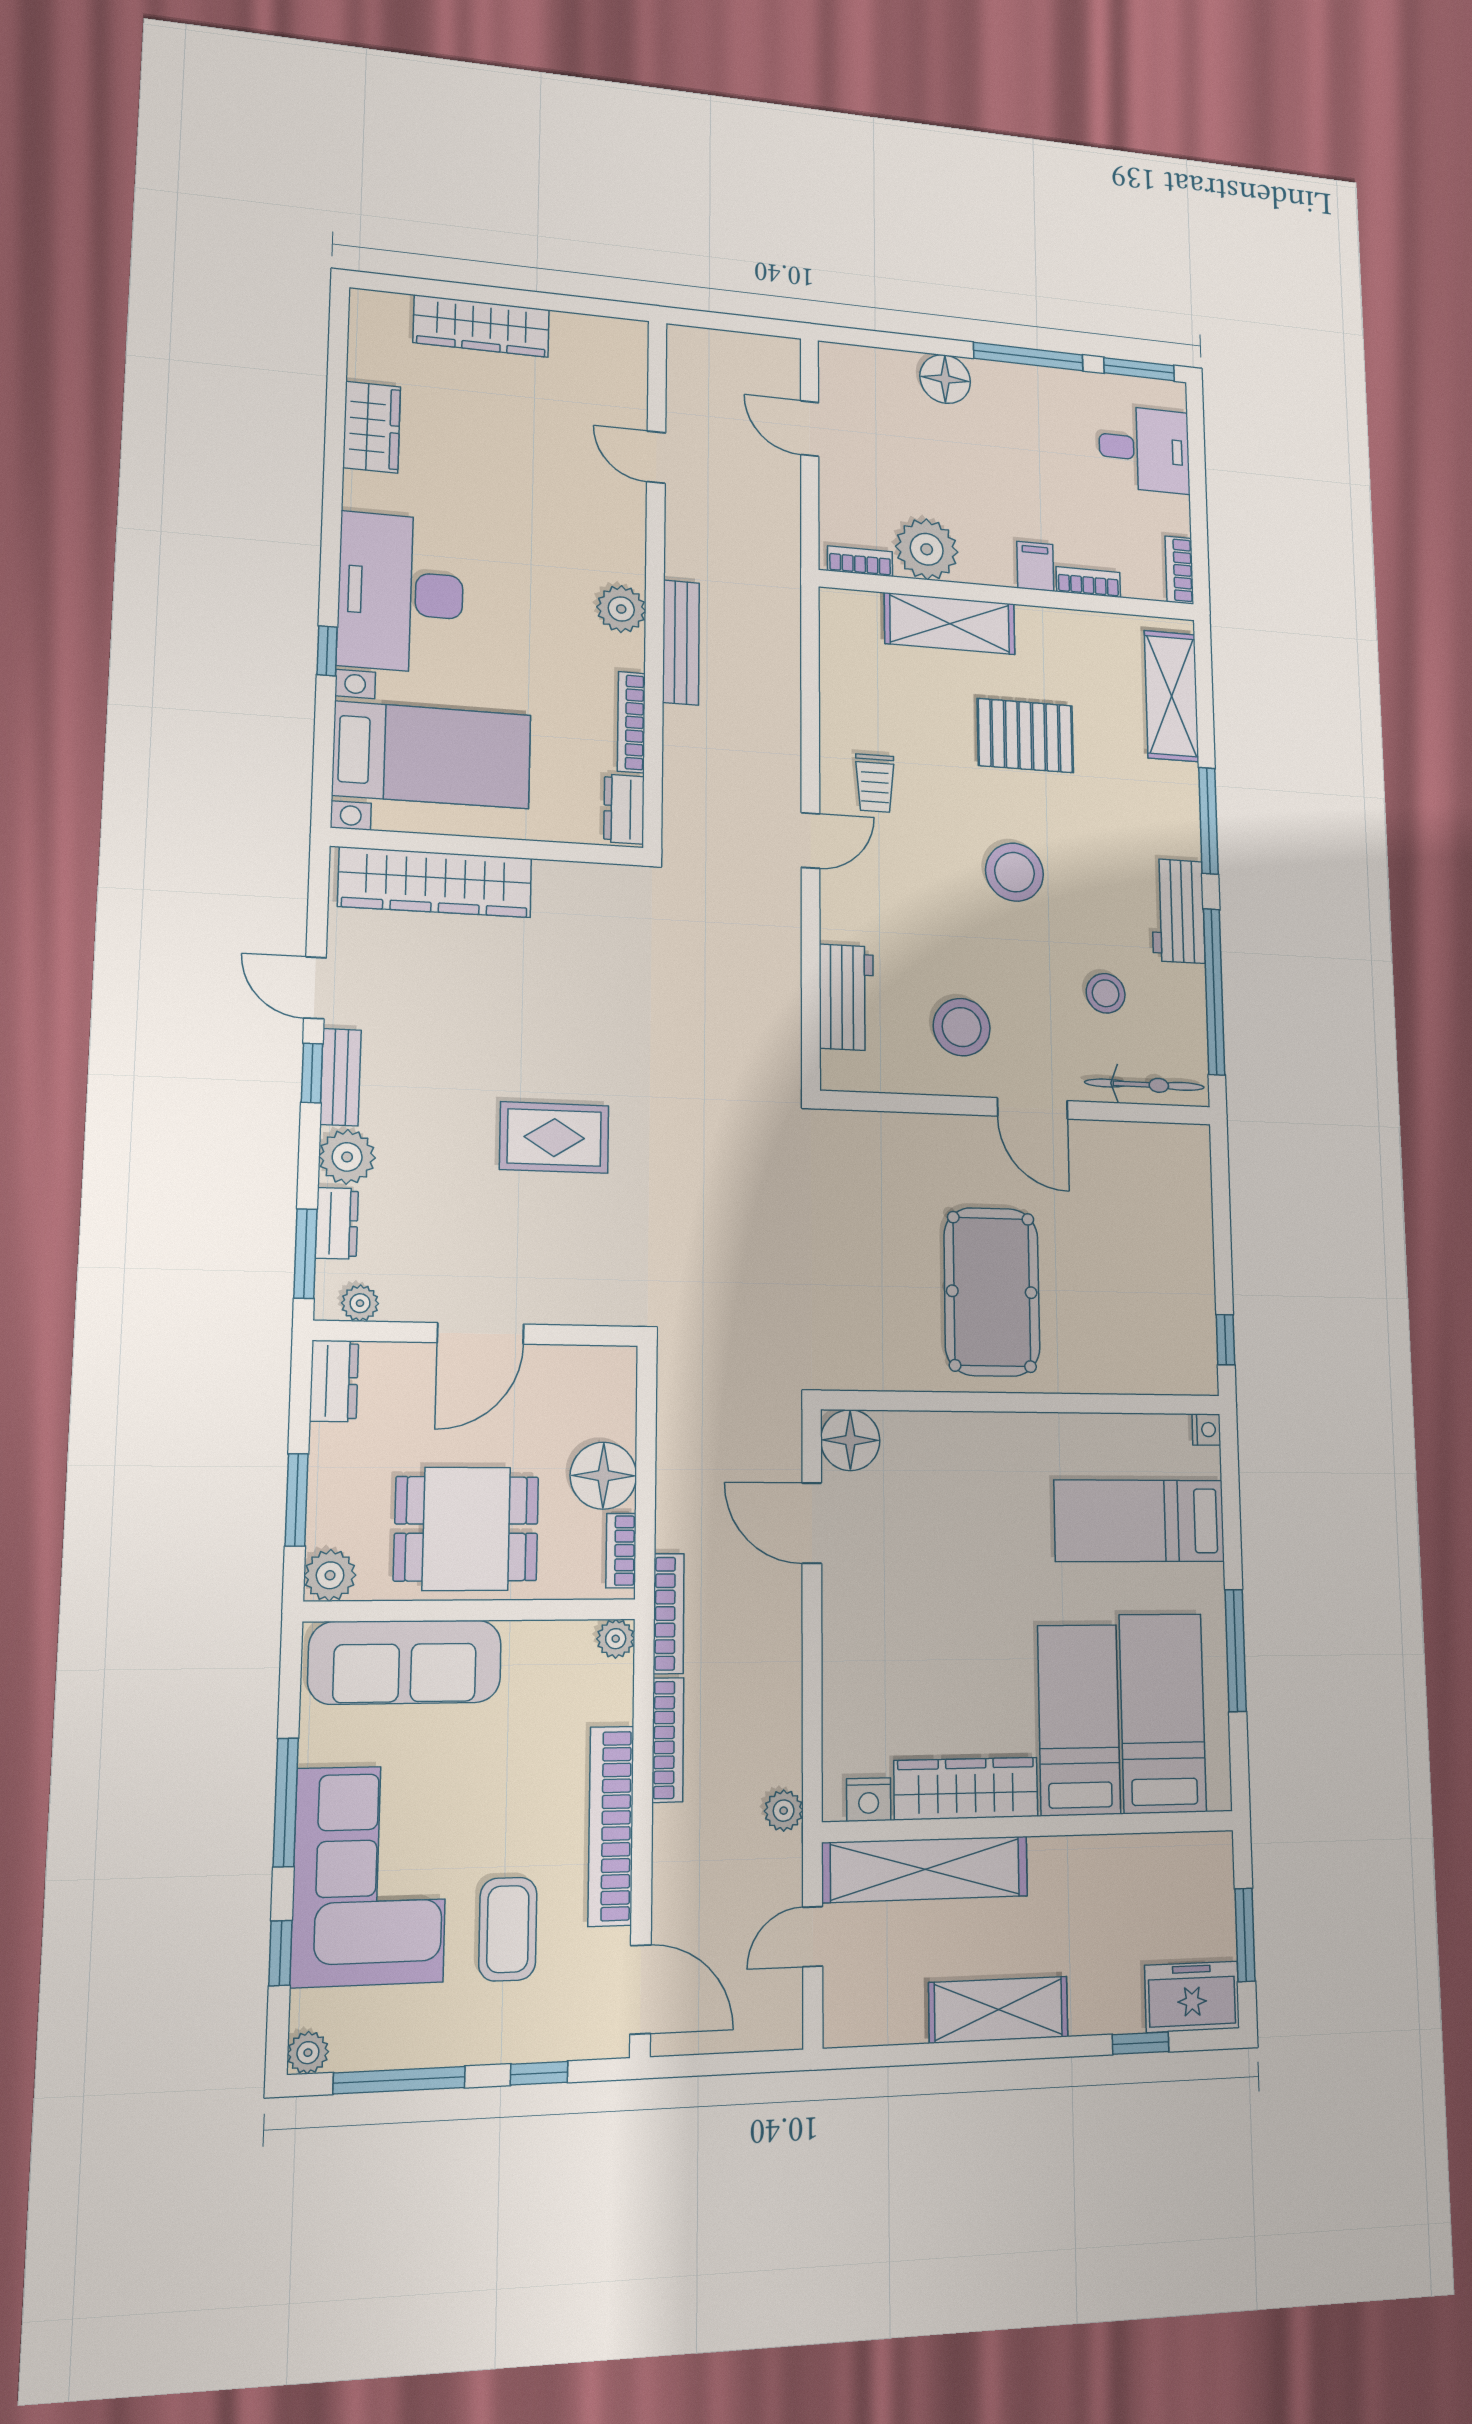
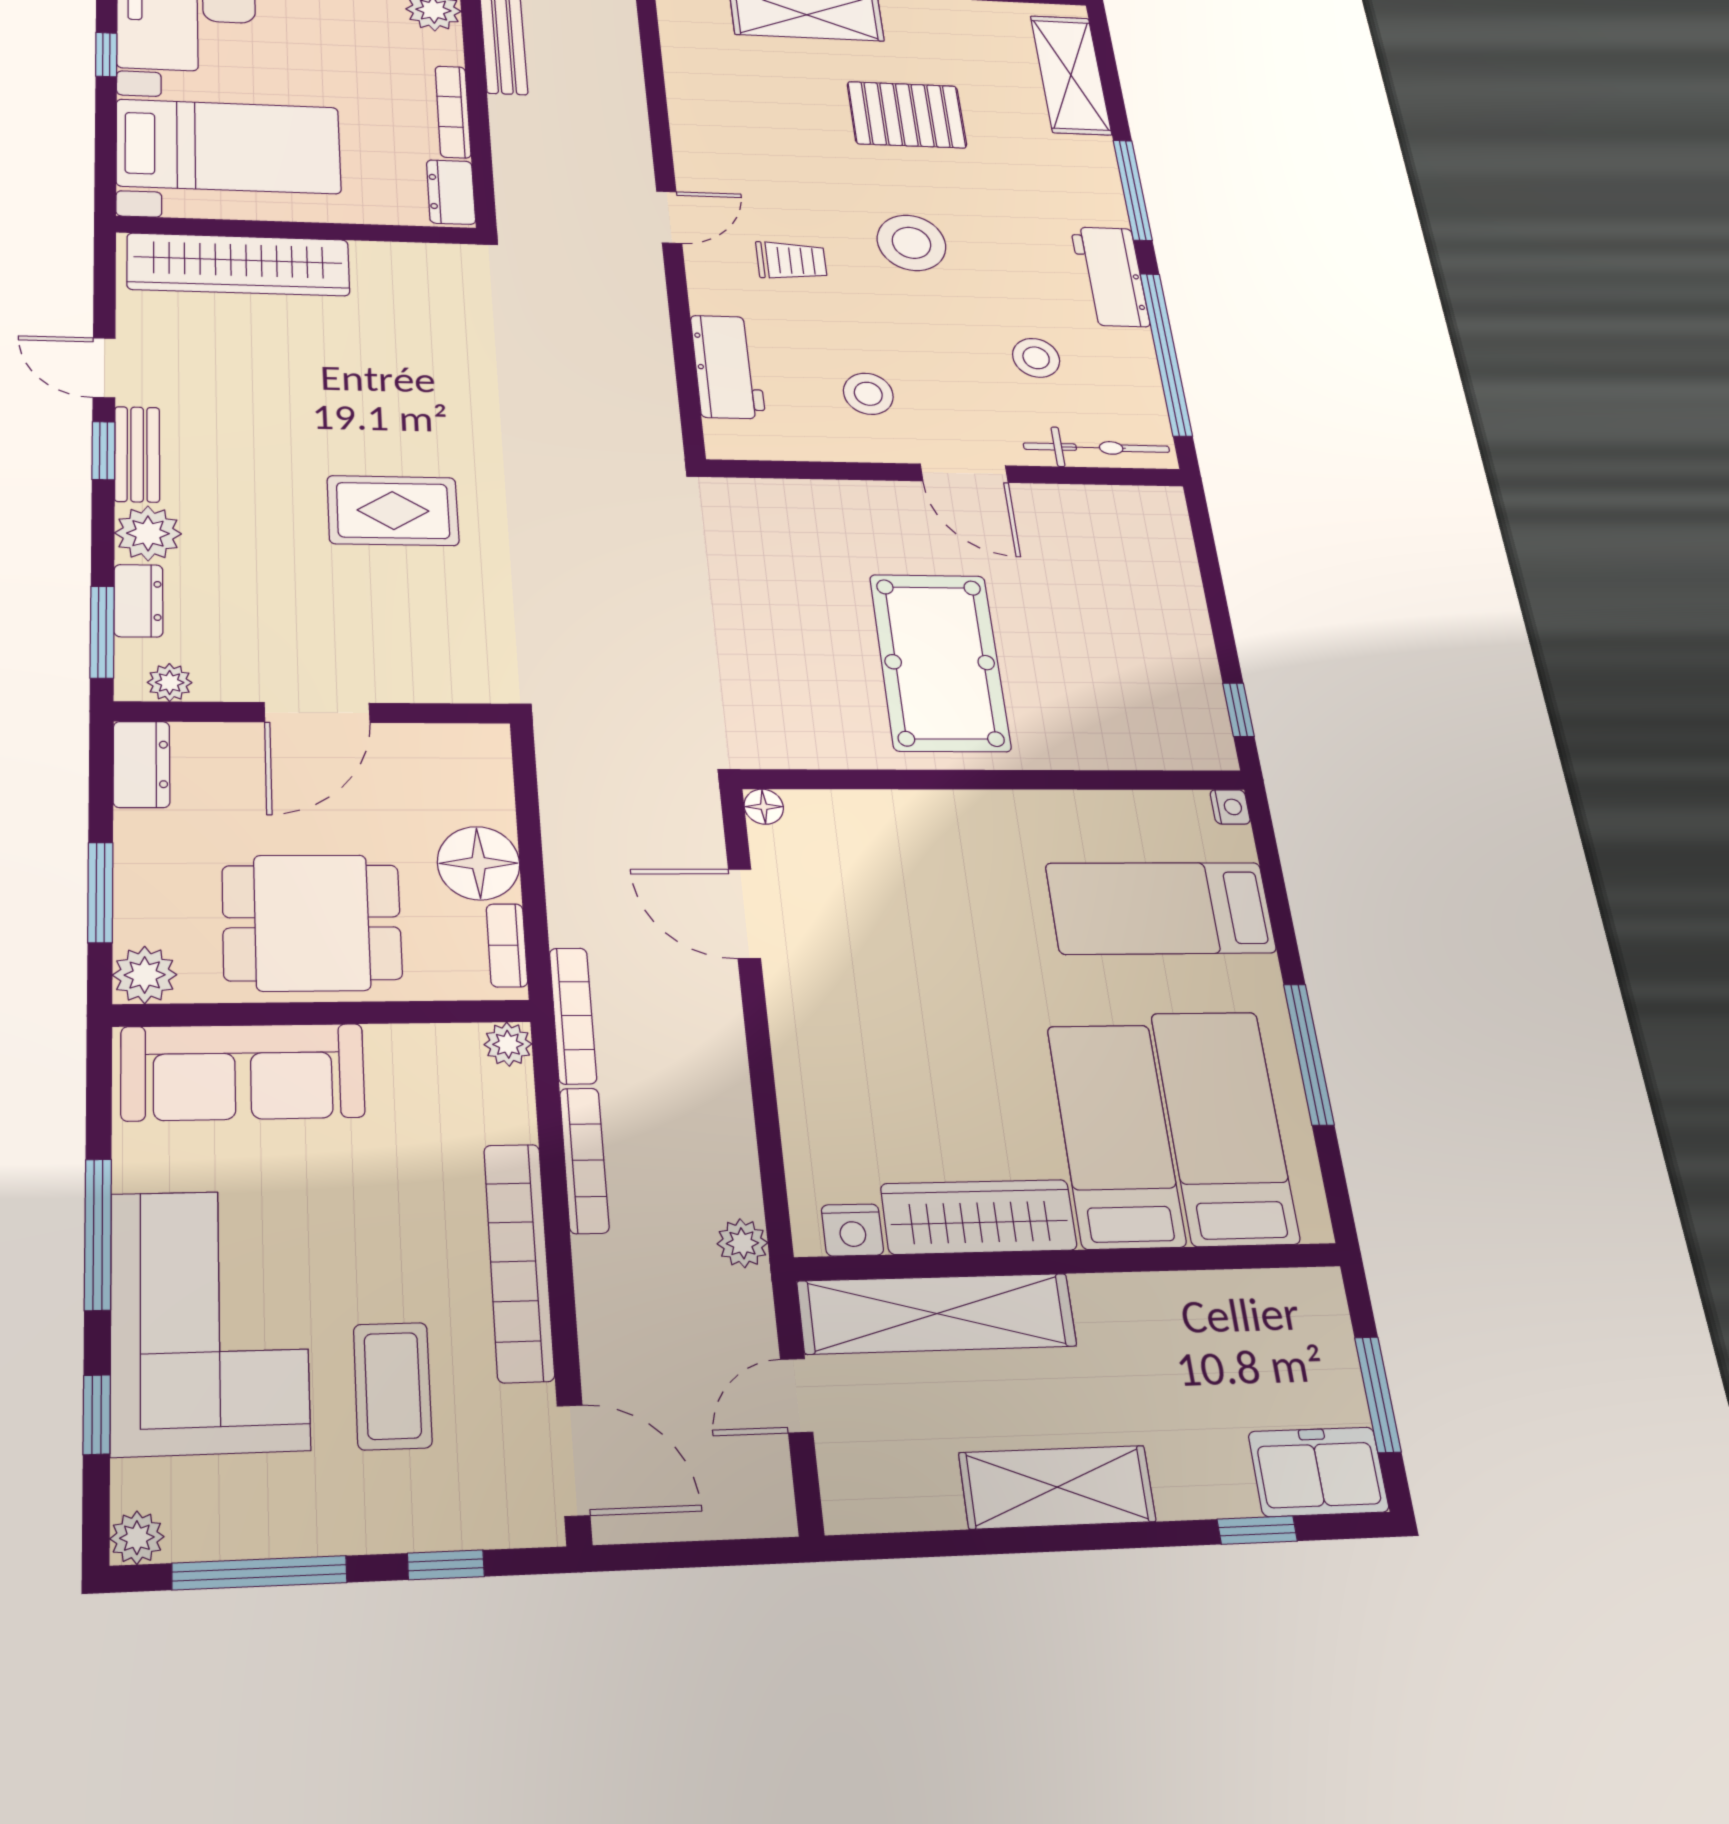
trolley: (875, 783) -> (791, 261), moved, turned -90
stool: (962, 1027) -> (868, 394), width x0.73, depth x0.73
floor lamp: (850, 1440) -> (764, 807), width x0.53, depth x0.53

